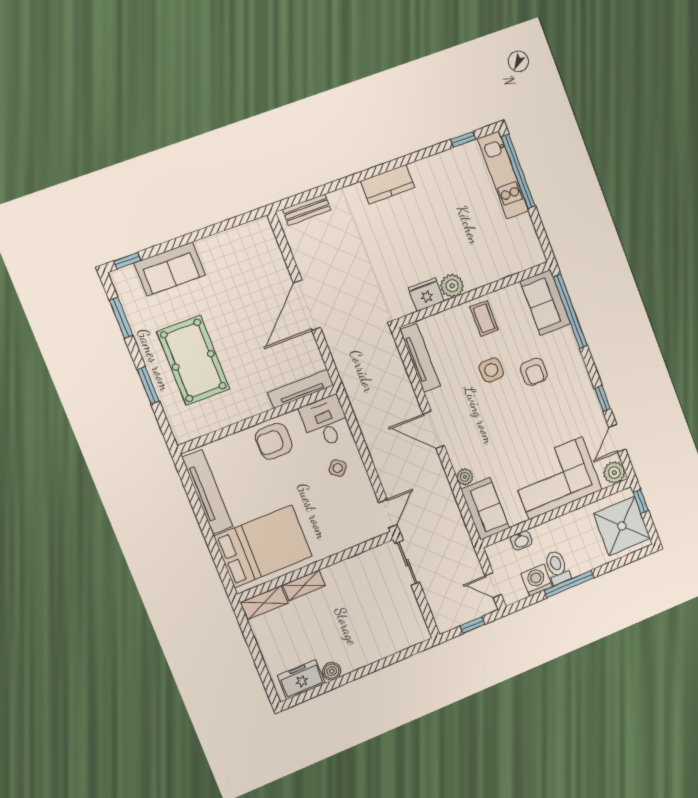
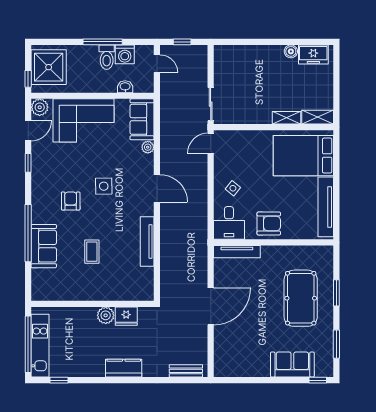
plant: (452, 286) -> (106, 315), moved
wall: (474, 294) -> (92, 304), moved
fridge: (426, 295) -> (126, 316), moved
side table: (491, 370) -> (104, 186), moved

